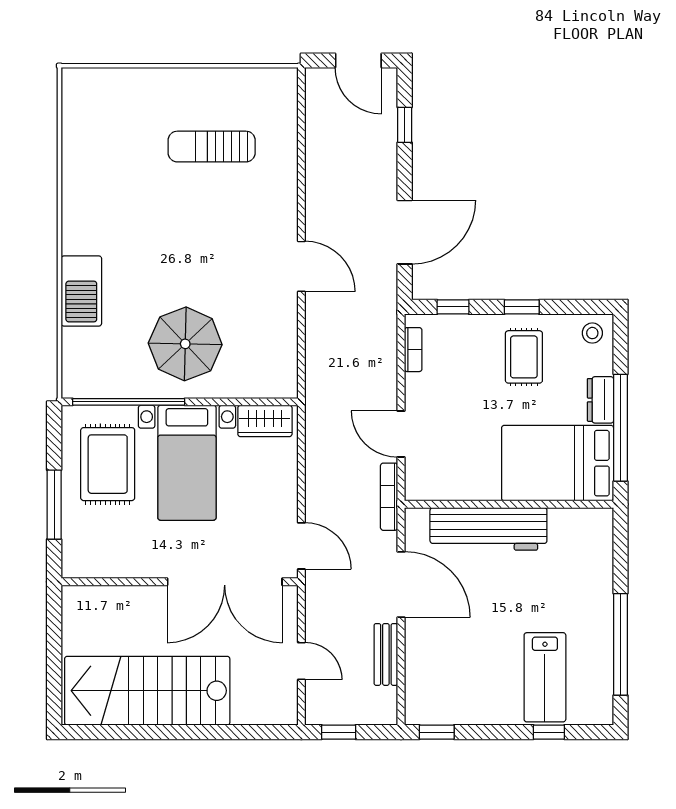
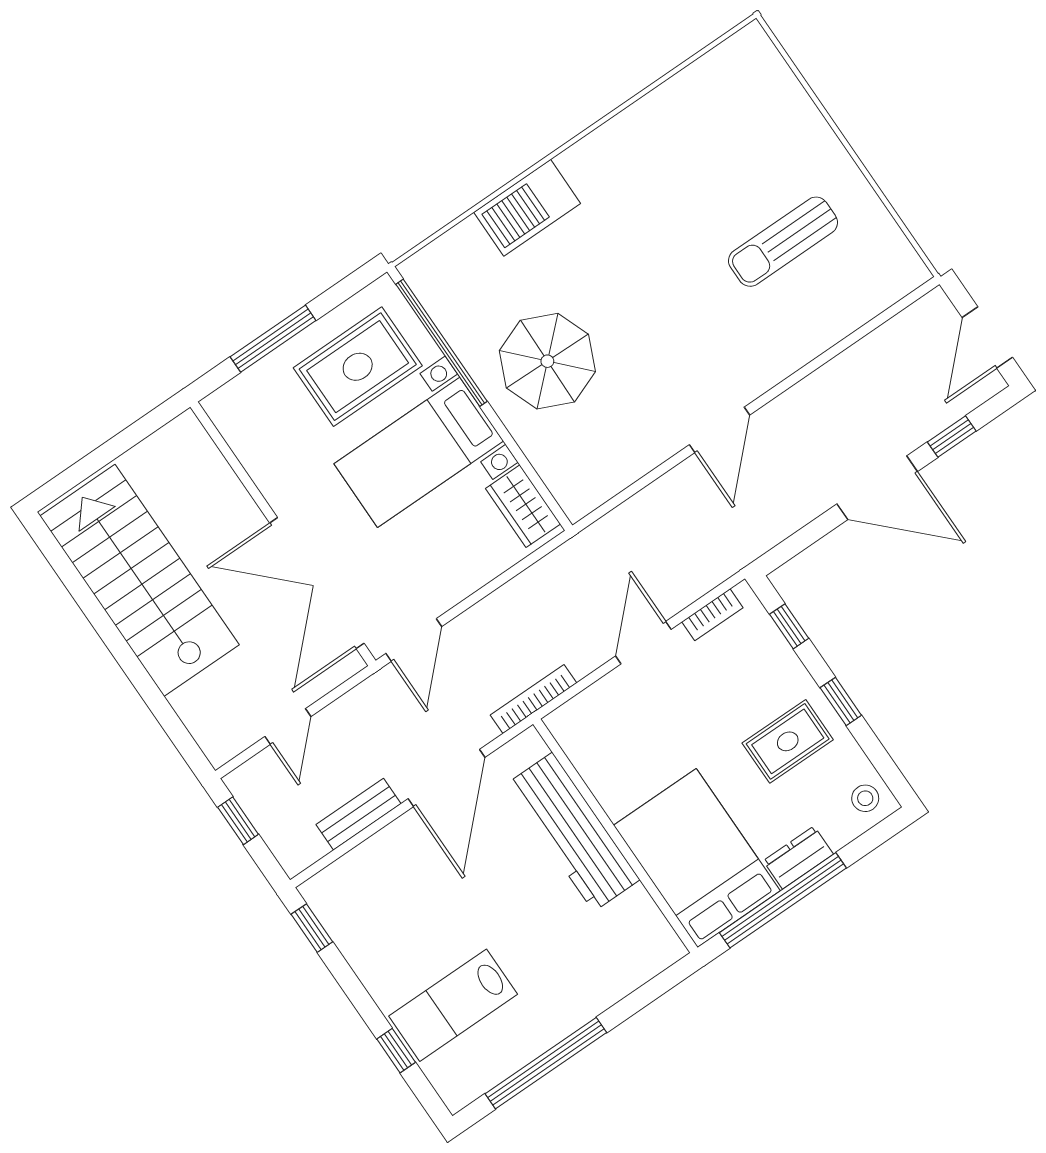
sun lounger: (212, 147) -> (783, 242), turned -90
door: (405, 232) -> (877, 488), moved
door: (401, 434) -> (643, 643), moved

